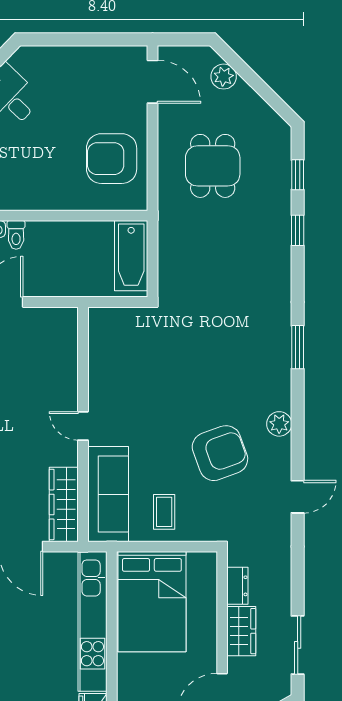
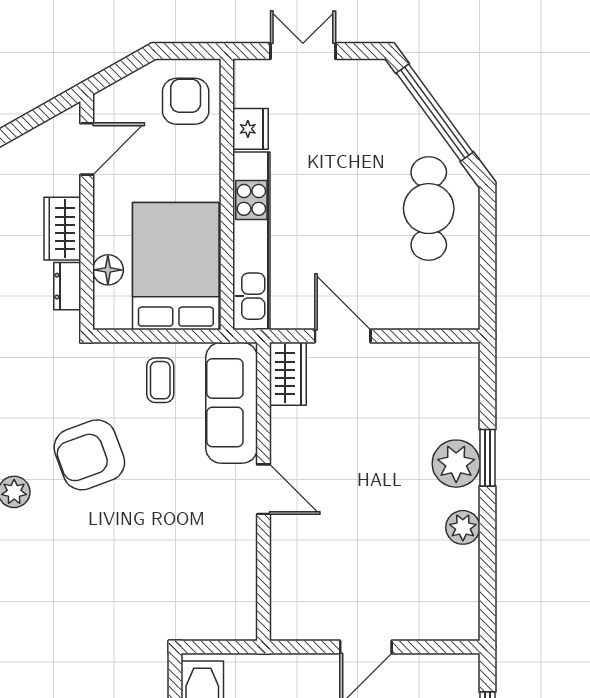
door: (83, 426) -> (263, 489), width x1.38
wardrobe: (64, 504) -> (288, 374), width x0.67
floor lamp: (205, 599) -> (108, 270), added

